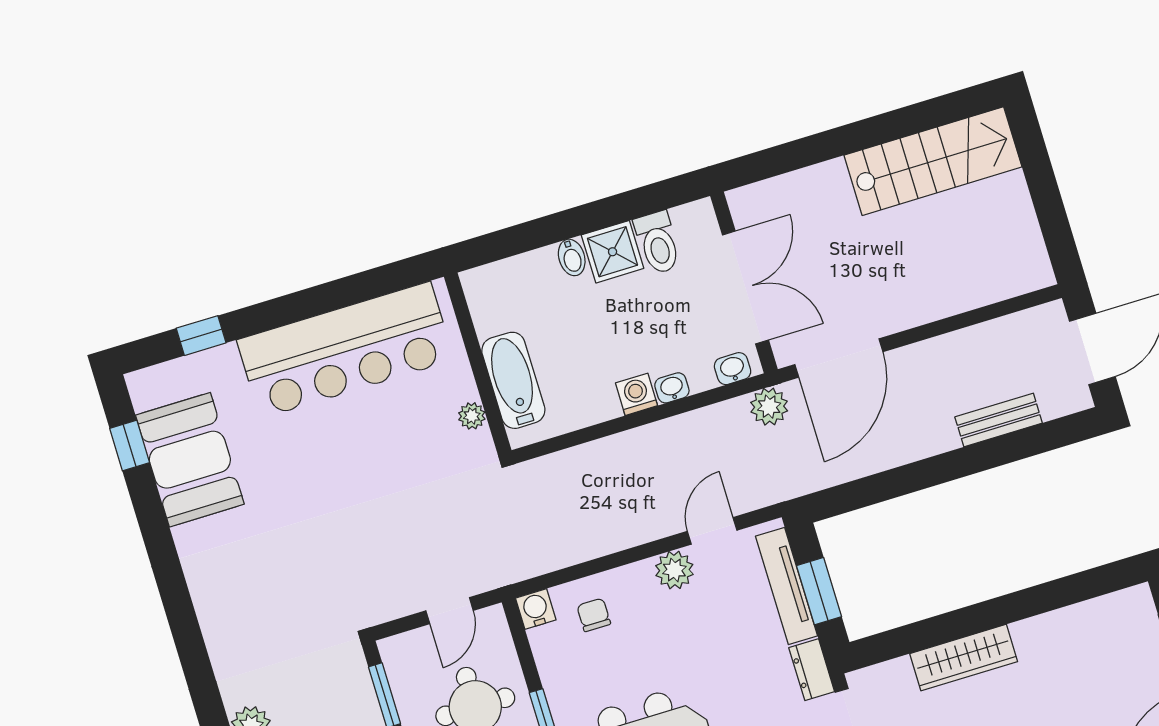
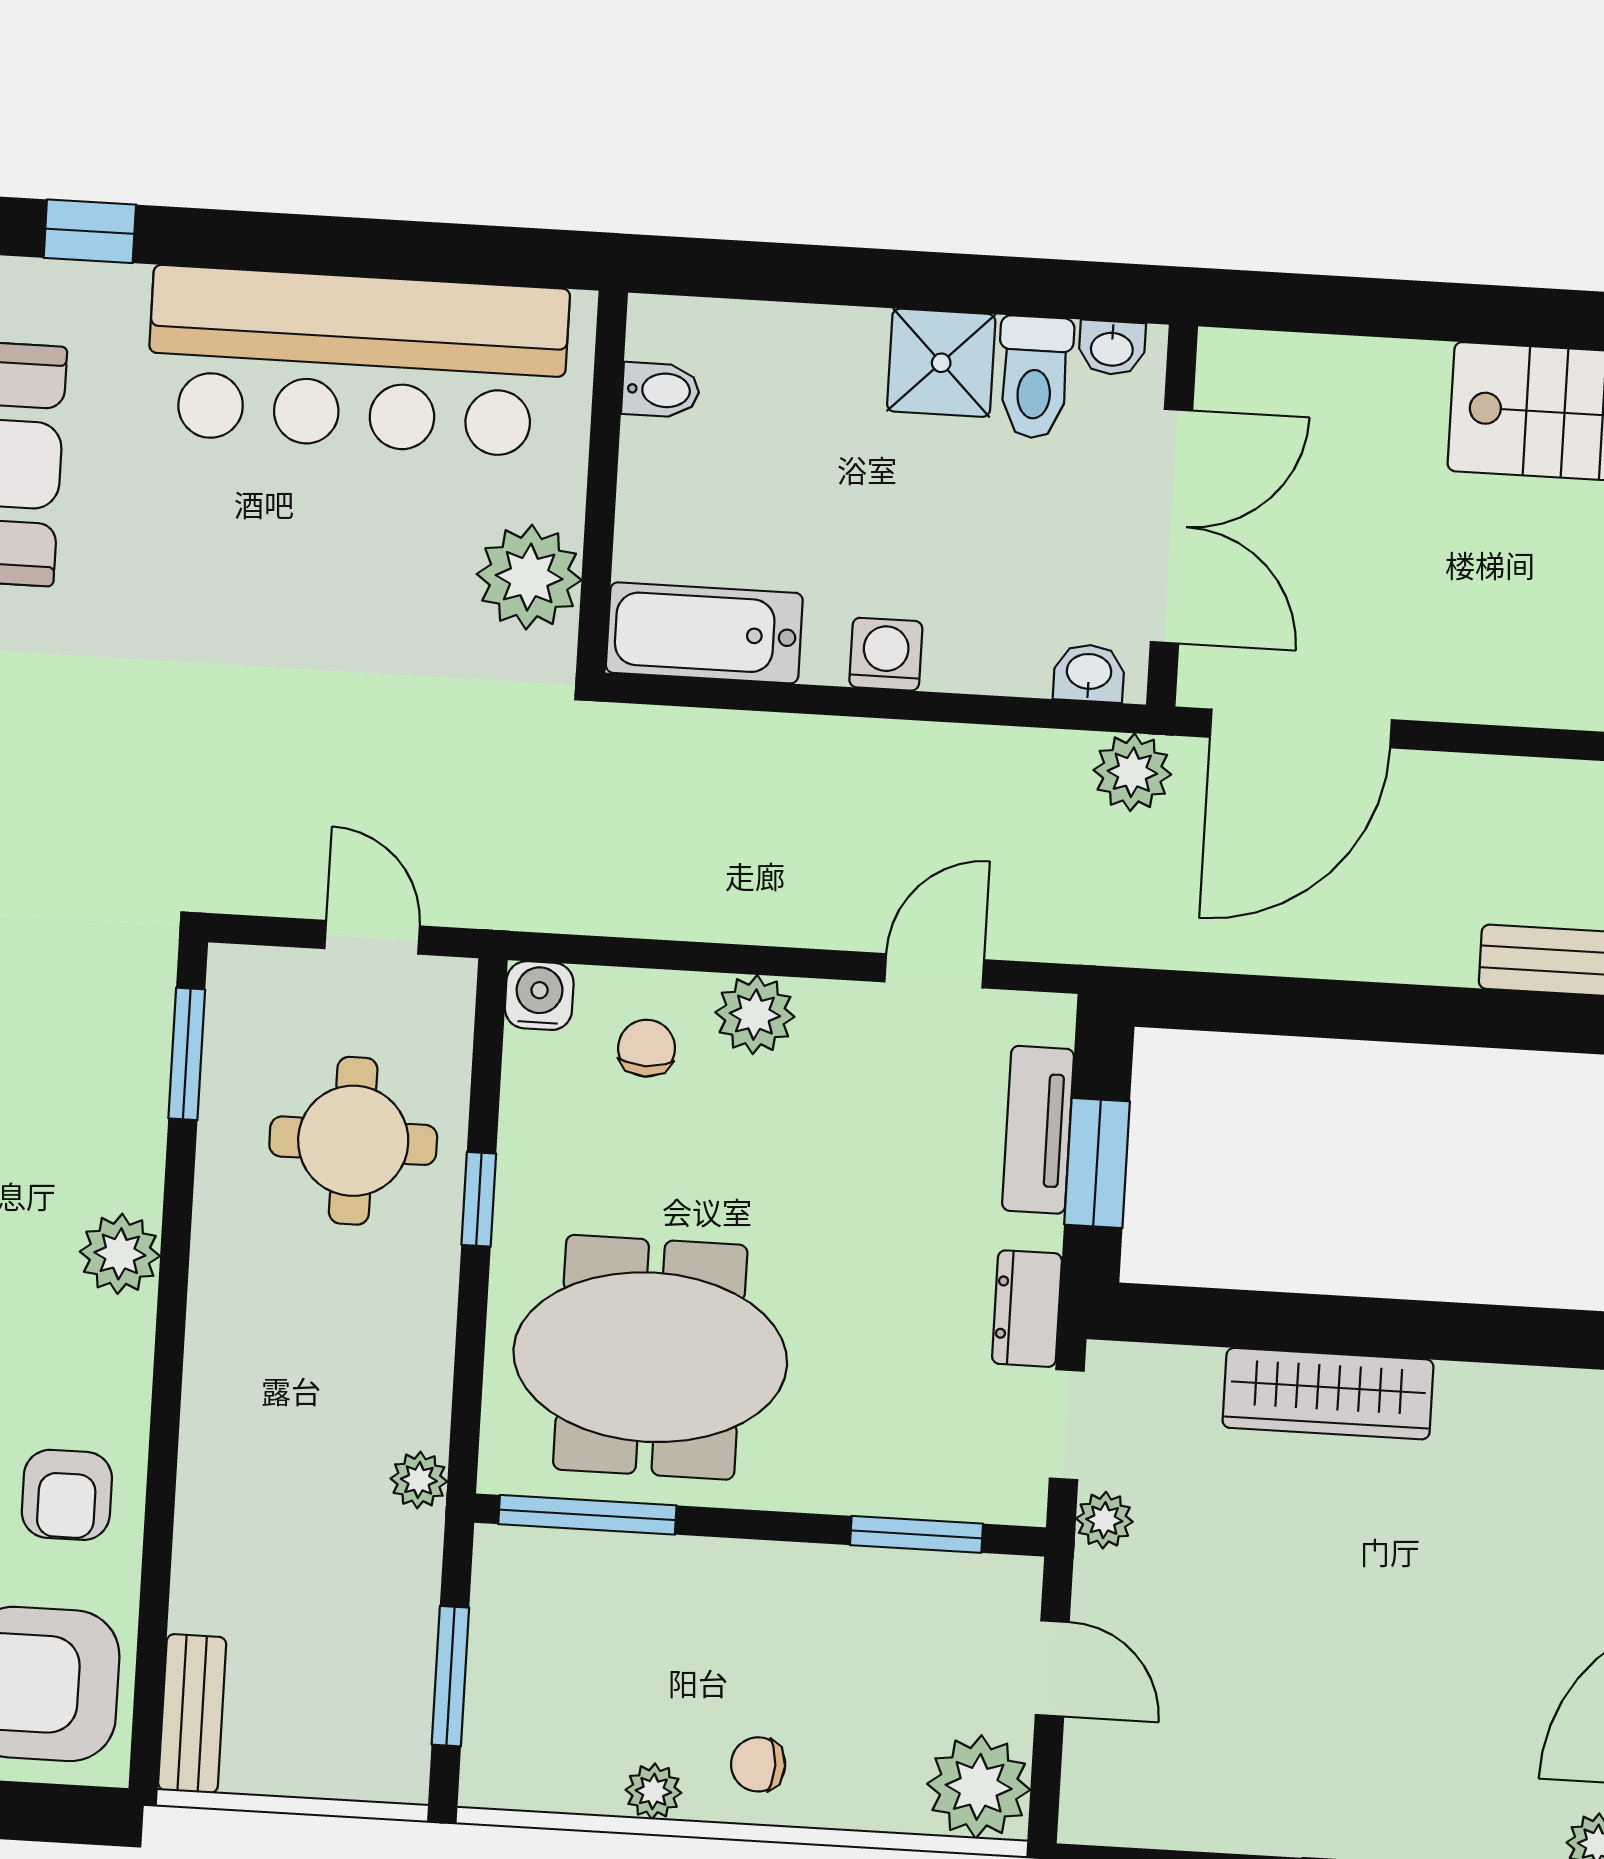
bidet: (572, 257) -> (661, 390), moved, turned -90
bathtub: (513, 380) -> (704, 633), moved, turned -90
washbasin: (672, 388) -> (1112, 348), moved, turned 180
plant: (472, 416) -> (529, 577), width x1.87, depth x1.87
plant: (674, 570) -> (755, 1015), moved
tv unit: (787, 586) -> (1038, 1130), width x0.71
door: (450, 611) -> (372, 937), swing flipped

